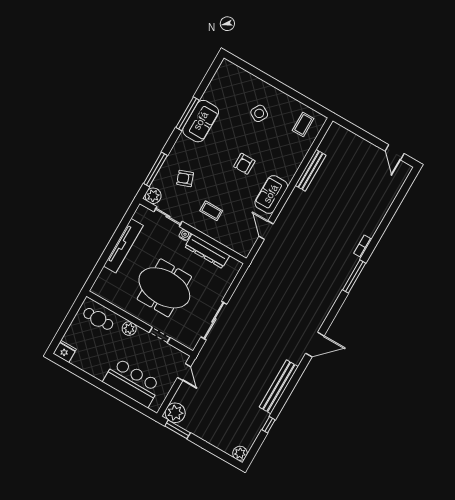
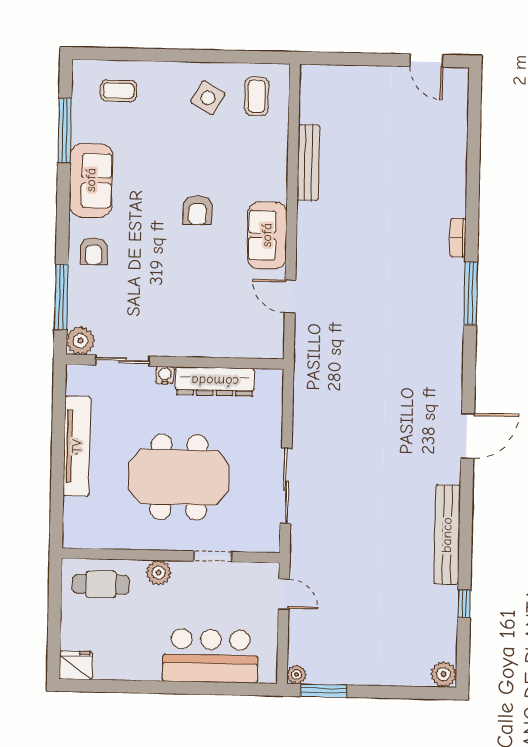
side table: (259, 113) -> (208, 98), moved
window: (188, 114) -> (65, 130), moved
armchair: (185, 178) -> (94, 251), moved, turned -70
coffee table: (211, 211) -> (119, 91), moved
plant: (175, 413) -> (297, 674), width x0.53, depth x0.53

